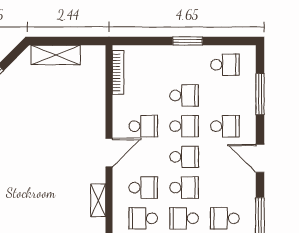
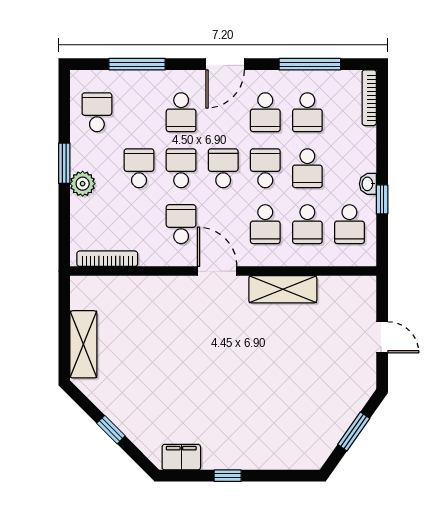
plant: (173, 54) -> (83, 184), added
school desk: (225, 126) -> (181, 112), turned 180
school desk: (143, 188) -> (265, 224), turned 180
school desk: (225, 188) -> (265, 112), added
shelving: (98, 200) -> (283, 289), width x1.50, depth x1.33

